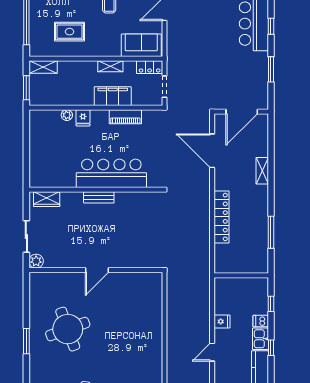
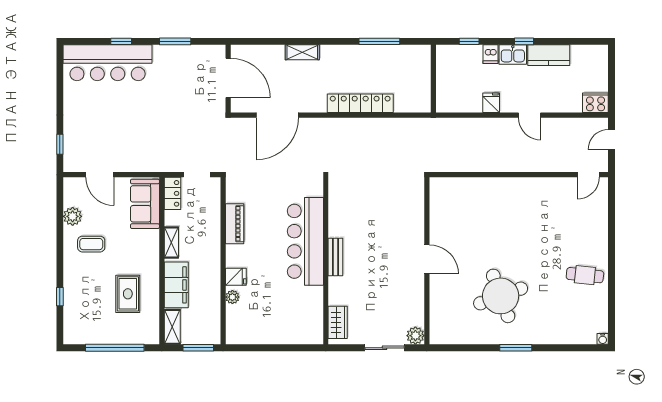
filing cabinet: (113, 96) -> (176, 285), moved, turned 180

